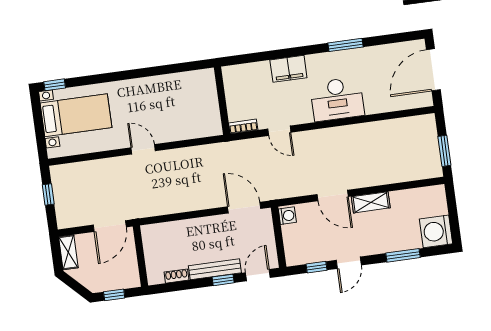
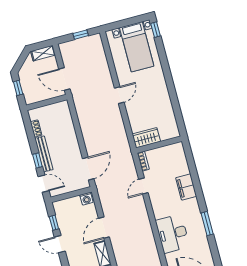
desk: (337, 99) -> (173, 234), moved
wardrobe: (210, 118) -> (146, 138), added

